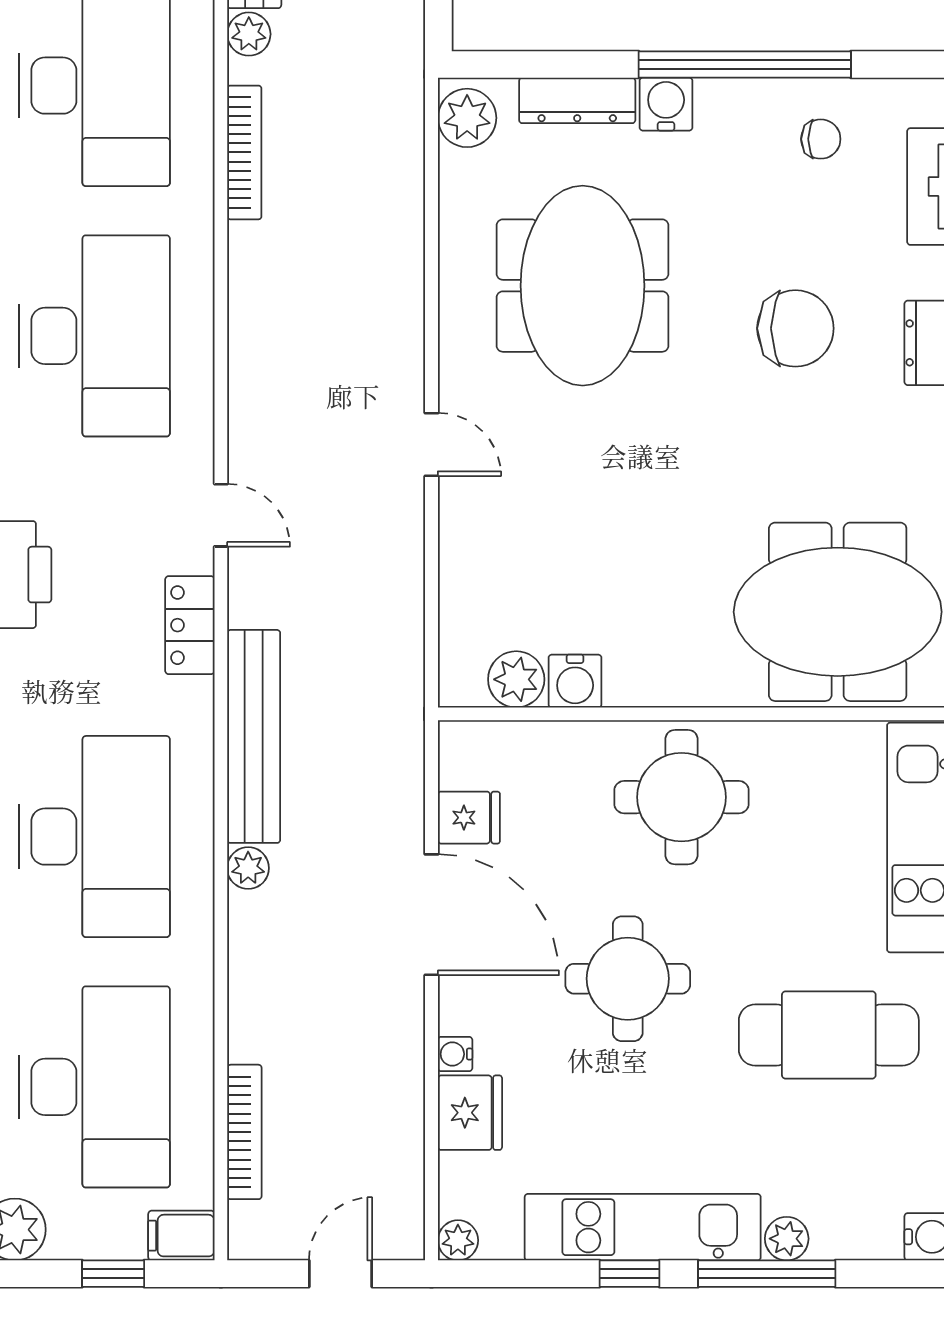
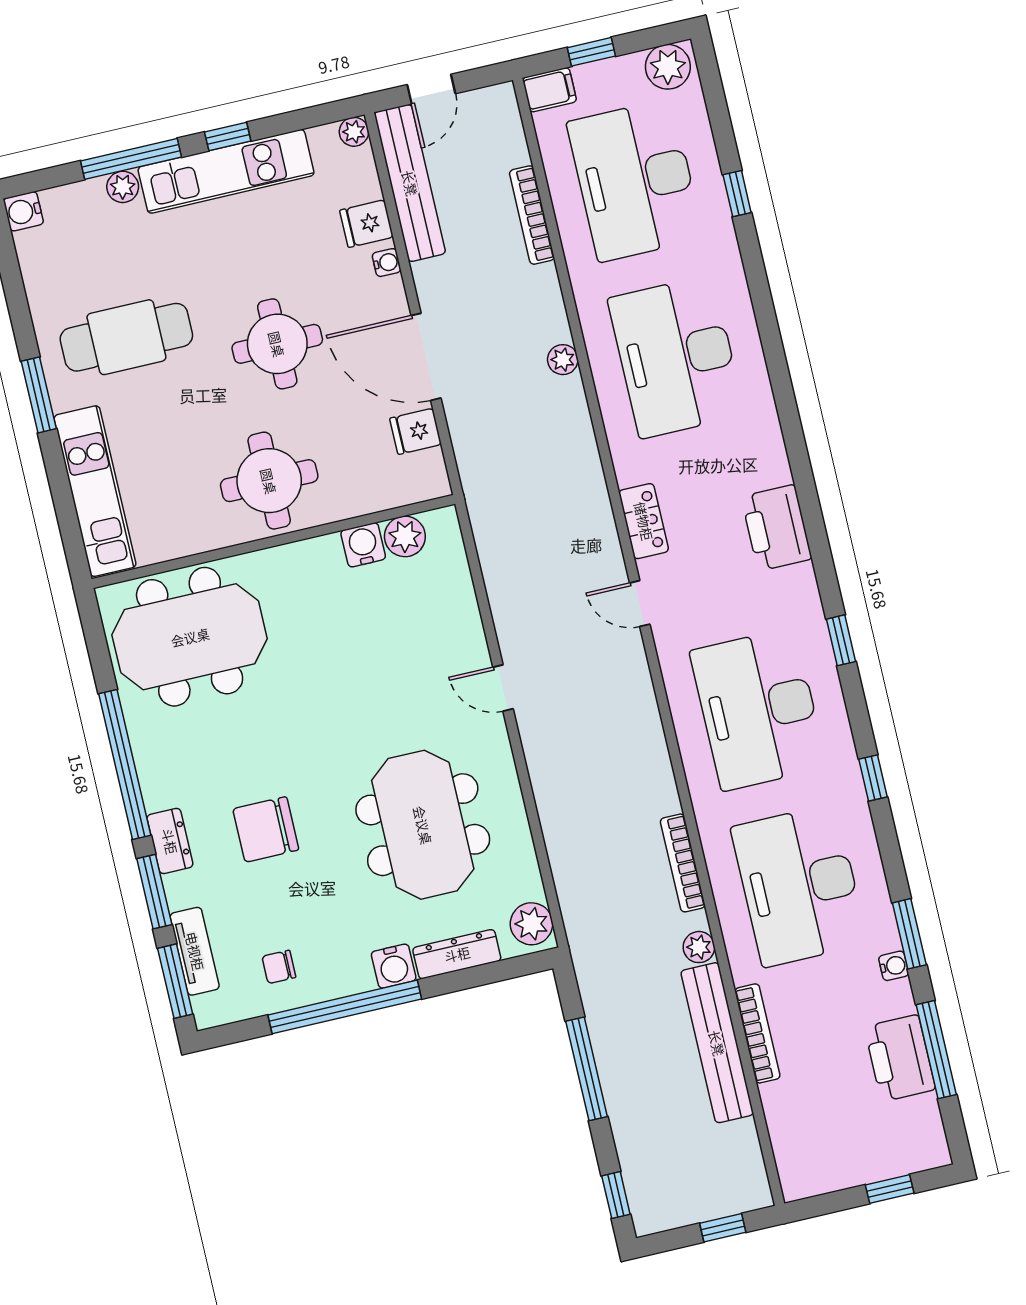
bench: (254, 736) -> (410, 183), moved
fridge: (470, 1113) -> (366, 224), width x0.72
bookcase: (244, 1132) -> (532, 215), moved

